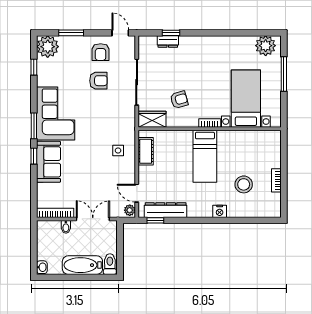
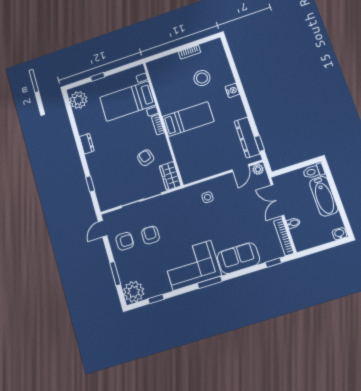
dresser: (168, 41) -> (87, 144), moved
window: (284, 74) -> (98, 77), width x0.46
cot: (146, 151) -> (200, 172), removed
window: (34, 156) -> (273, 263), moved

